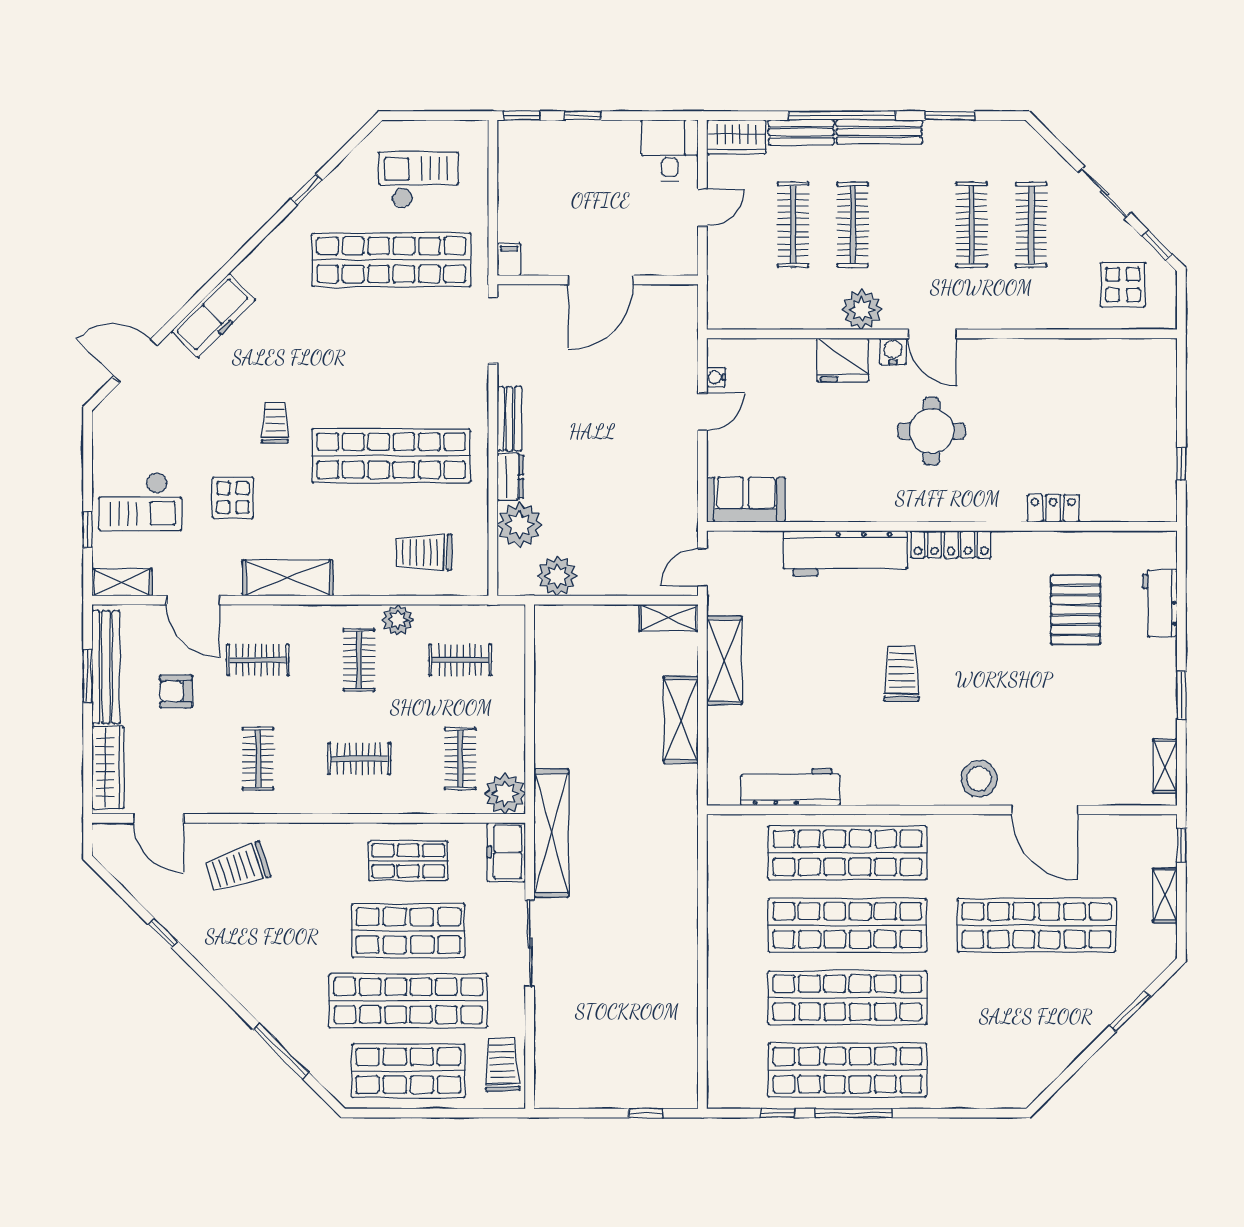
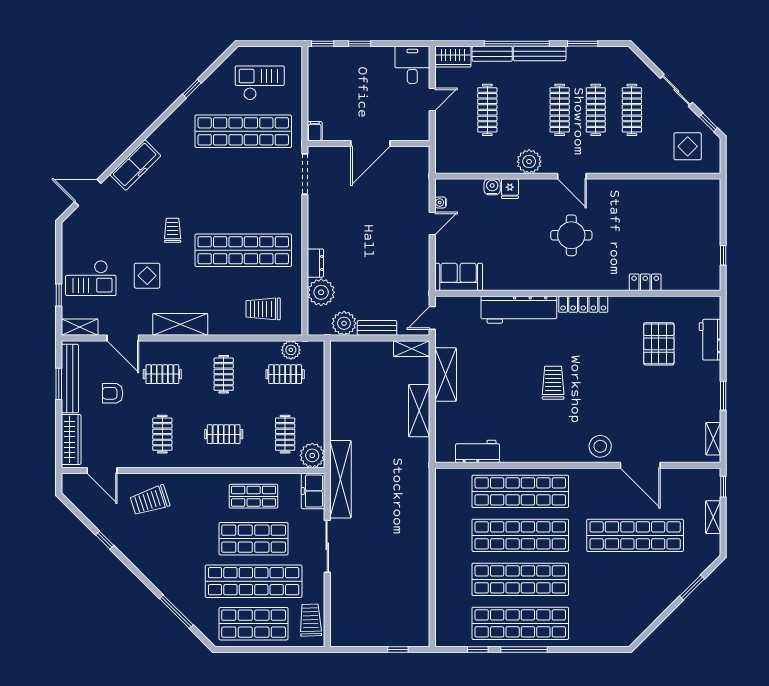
clothes rail: (853, 225) -> (560, 110), moved
water cooler: (893, 351) -> (492, 187), moved
fridge: (843, 360) -> (510, 189), width x0.53, depth x0.75
bench: (509, 419) -> (377, 328), moved, turned 90
plant: (398, 620) -> (291, 350), moved
workbench: (790, 787) -> (477, 451), width x0.73

